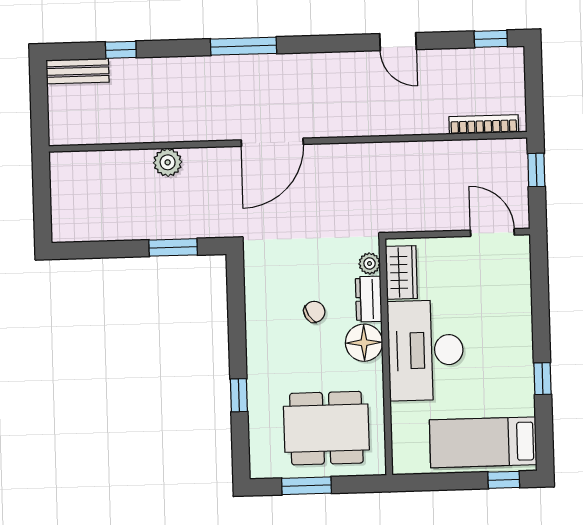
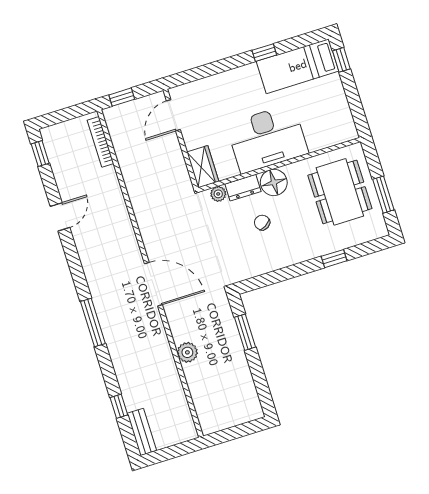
wardrobe: (401, 272) -> (203, 167), moved, turned 90
bed: (483, 442) -> (298, 66), moved, turned 90

